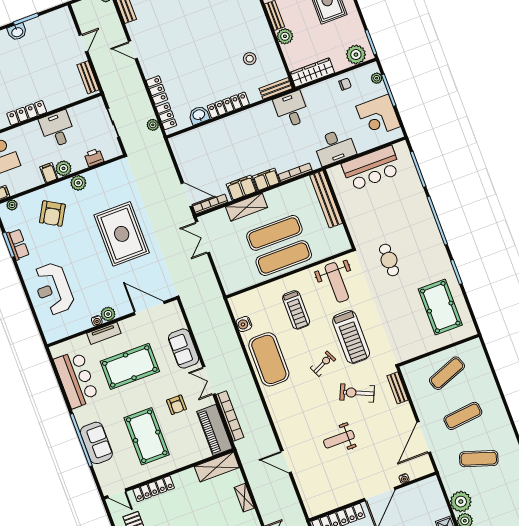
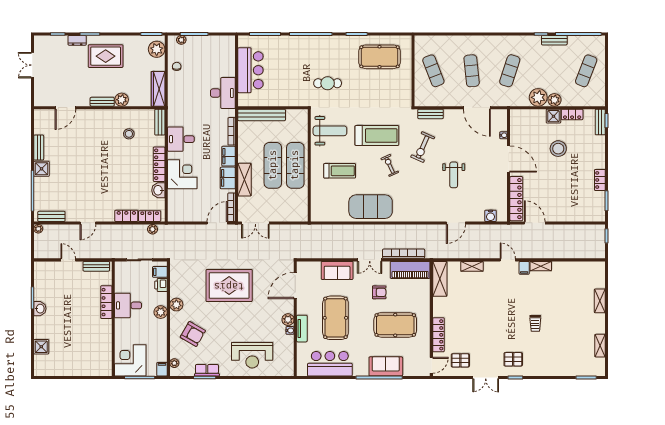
desk: (291, 109) -> (181, 139), moved
locker: (27, 113) -> (106, 302), moved
corner desk: (378, 116) -> (182, 174), moved, turned -90
filing cabinet: (49, 173) -> (160, 272), moved
water cooler: (244, 324) -> (490, 216), moved

